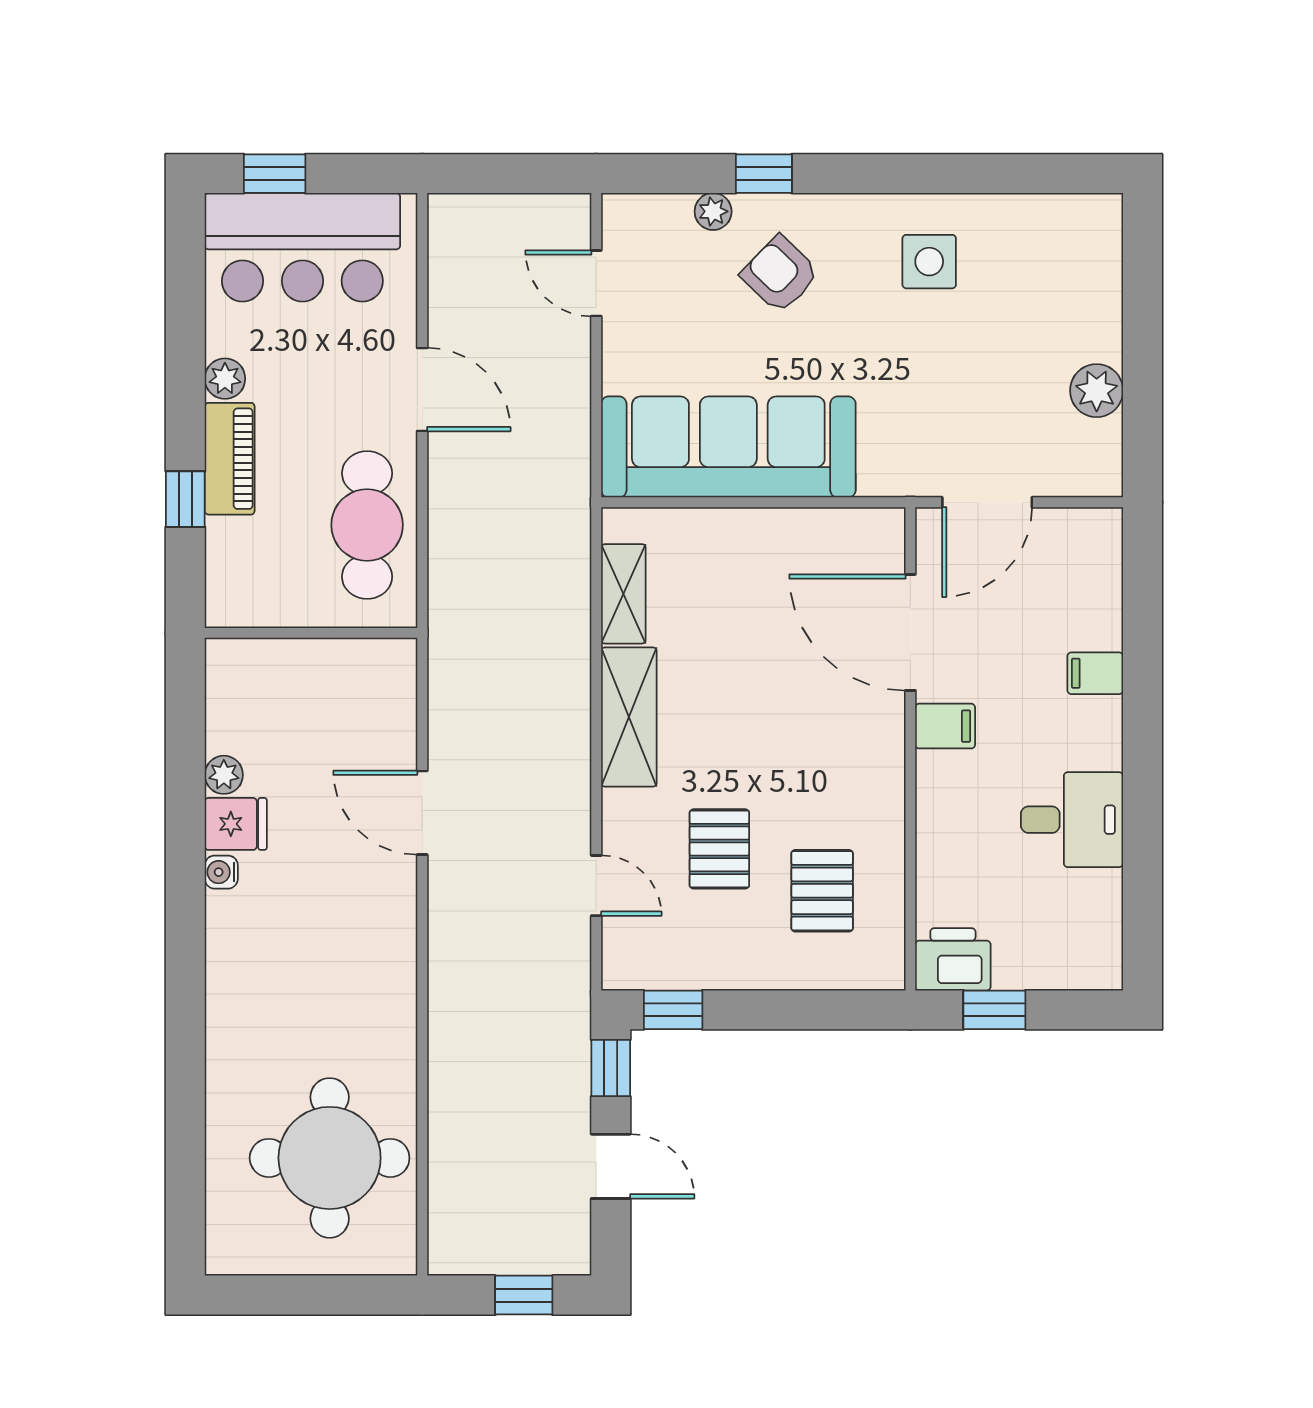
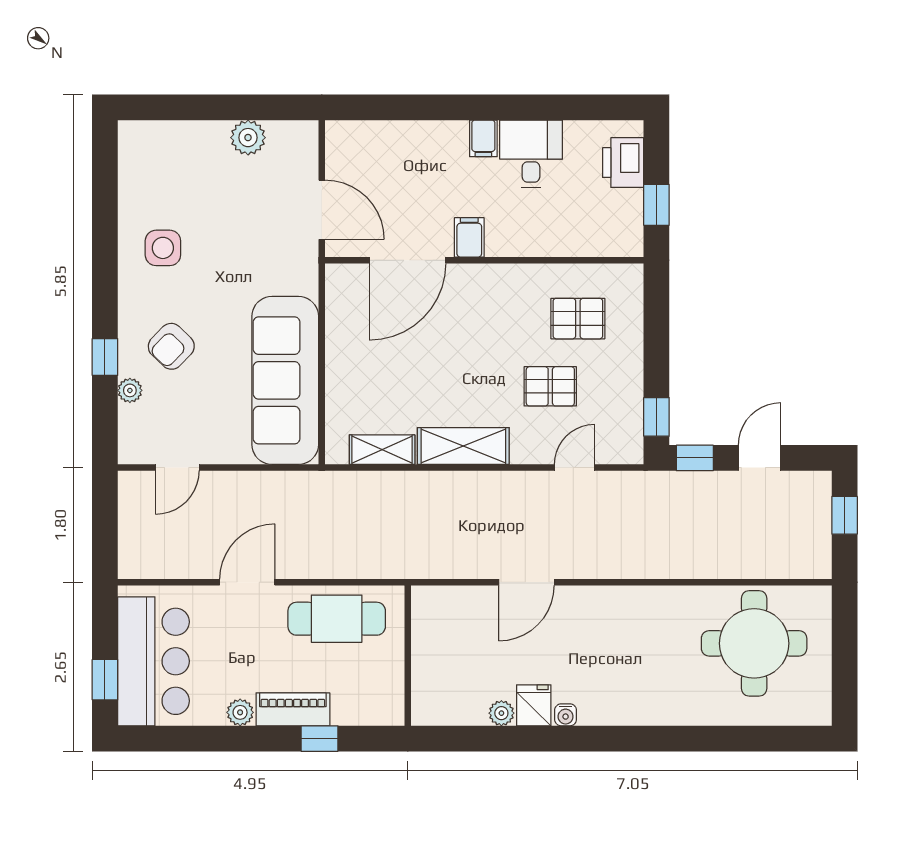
filing cabinet: (1095, 673) -> (483, 138), moved
printer: (953, 959) -> (623, 163), moved

